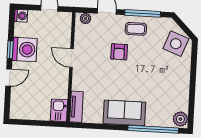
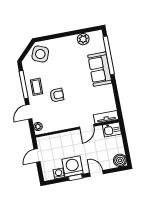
washing machine: (21, 16) -> (59, 173), moved
door: (72, 58) -> (87, 127), moved
boiler: (18, 111) -> (120, 160), added
sofa: (124, 113) -> (100, 69), moved
plant: (180, 119) -> (83, 39), moved

